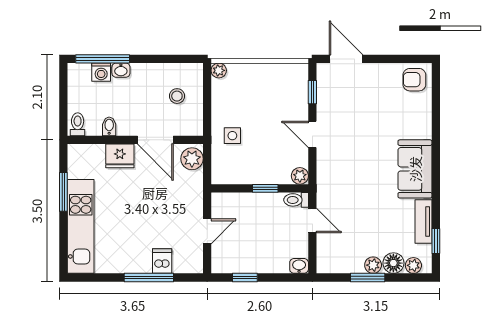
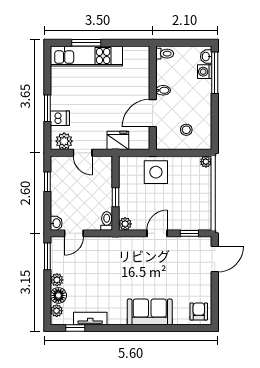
washbasin: (121, 70) -> (206, 57), moved
bidet: (109, 126) -> (163, 90), moved
side table: (232, 136) -> (156, 172), width x1.87, depth x1.87
fridge: (120, 156) -> (118, 140), moved, turned 90
plant: (192, 159) -> (64, 141), moved
sofa: (415, 169) -> (150, 312), moved
window: (63, 192) -> (86, 43), moved
door: (312, 220) -> (74, 233), moved
window: (149, 277) -> (47, 108), width x0.69
window: (368, 277) -> (47, 256), moved

